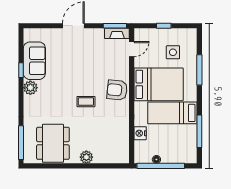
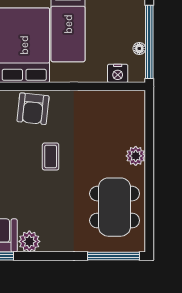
nightstand: (140, 133) -> (118, 73), moved
dining table: (53, 143) -> (115, 207), turned 90

